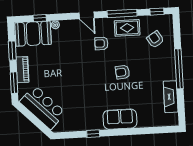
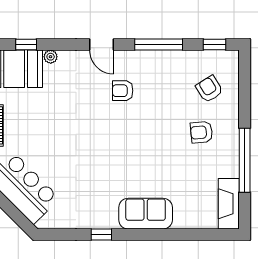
rug: (127, 28) -> (165, 68), removed
window: (179, 69) -> (245, 160), moved
armchair: (122, 72) -> (201, 132), moved
fireplace: (171, 97) -> (229, 204), moved

